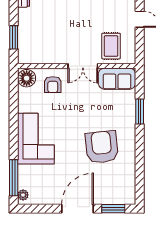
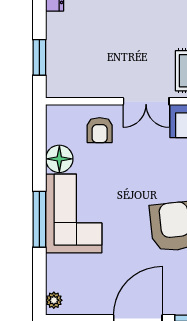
floor lamp: (27, 78) -> (59, 159), moved
window: (14, 178) -> (39, 219), moved

